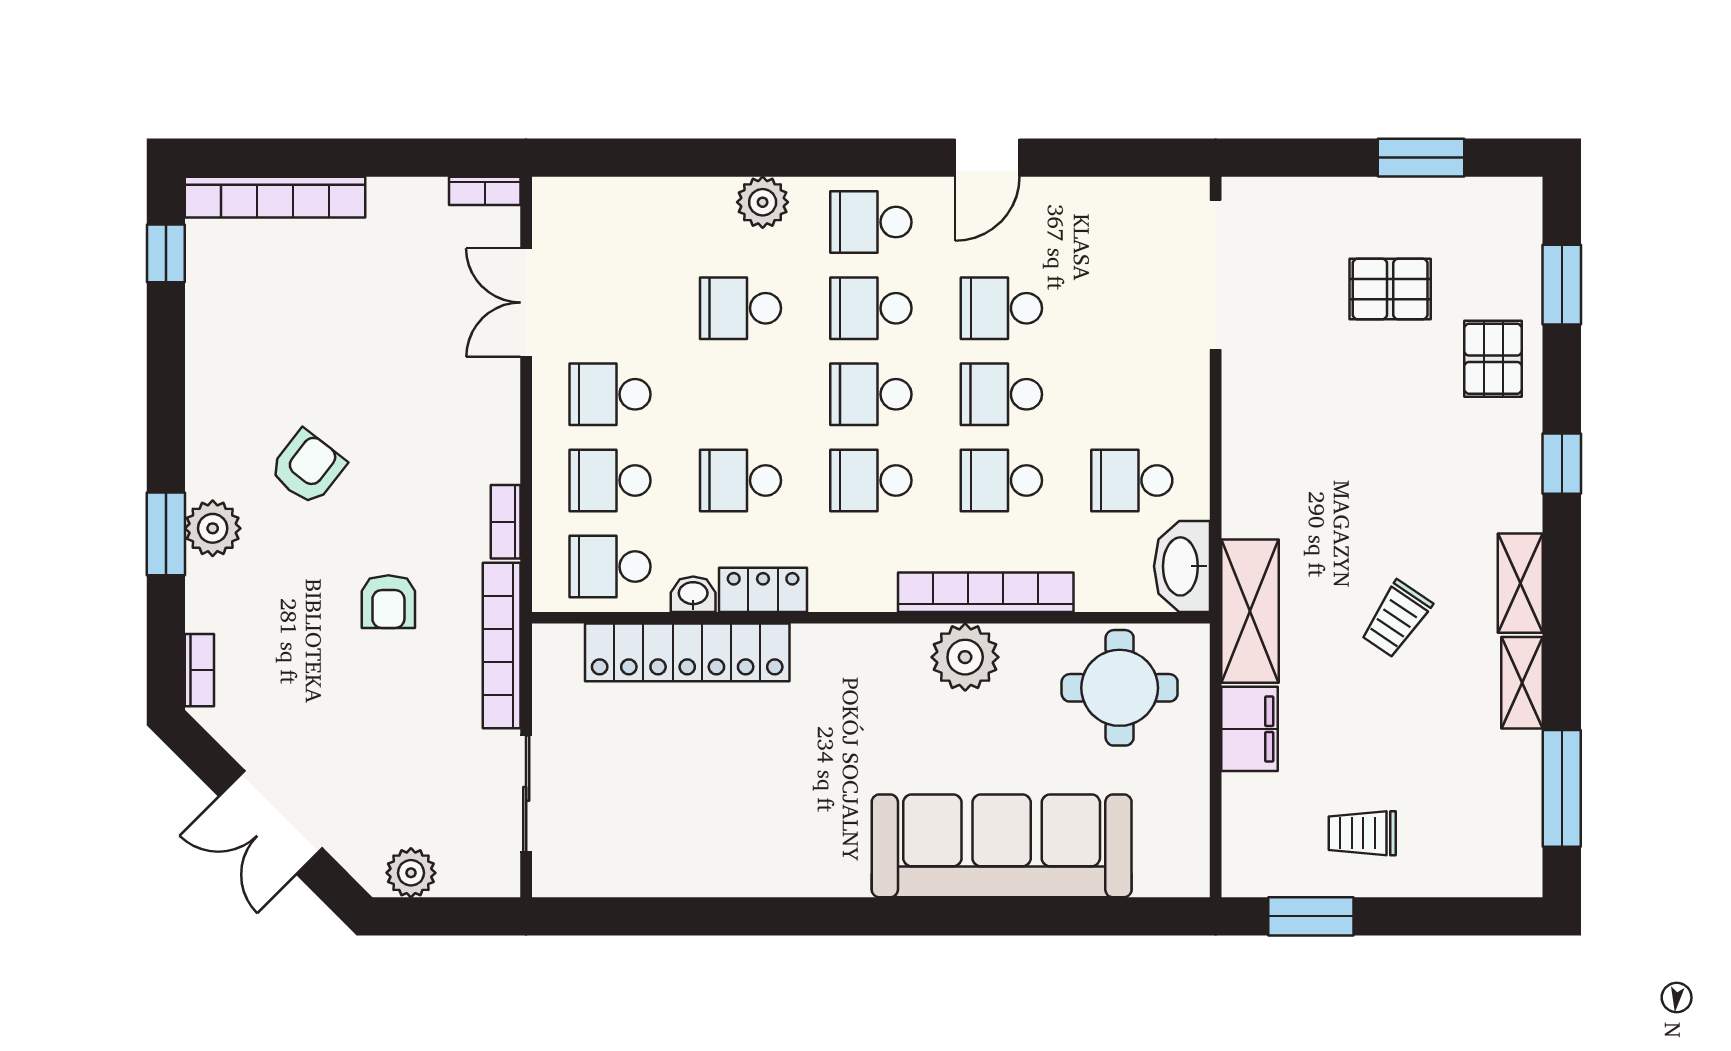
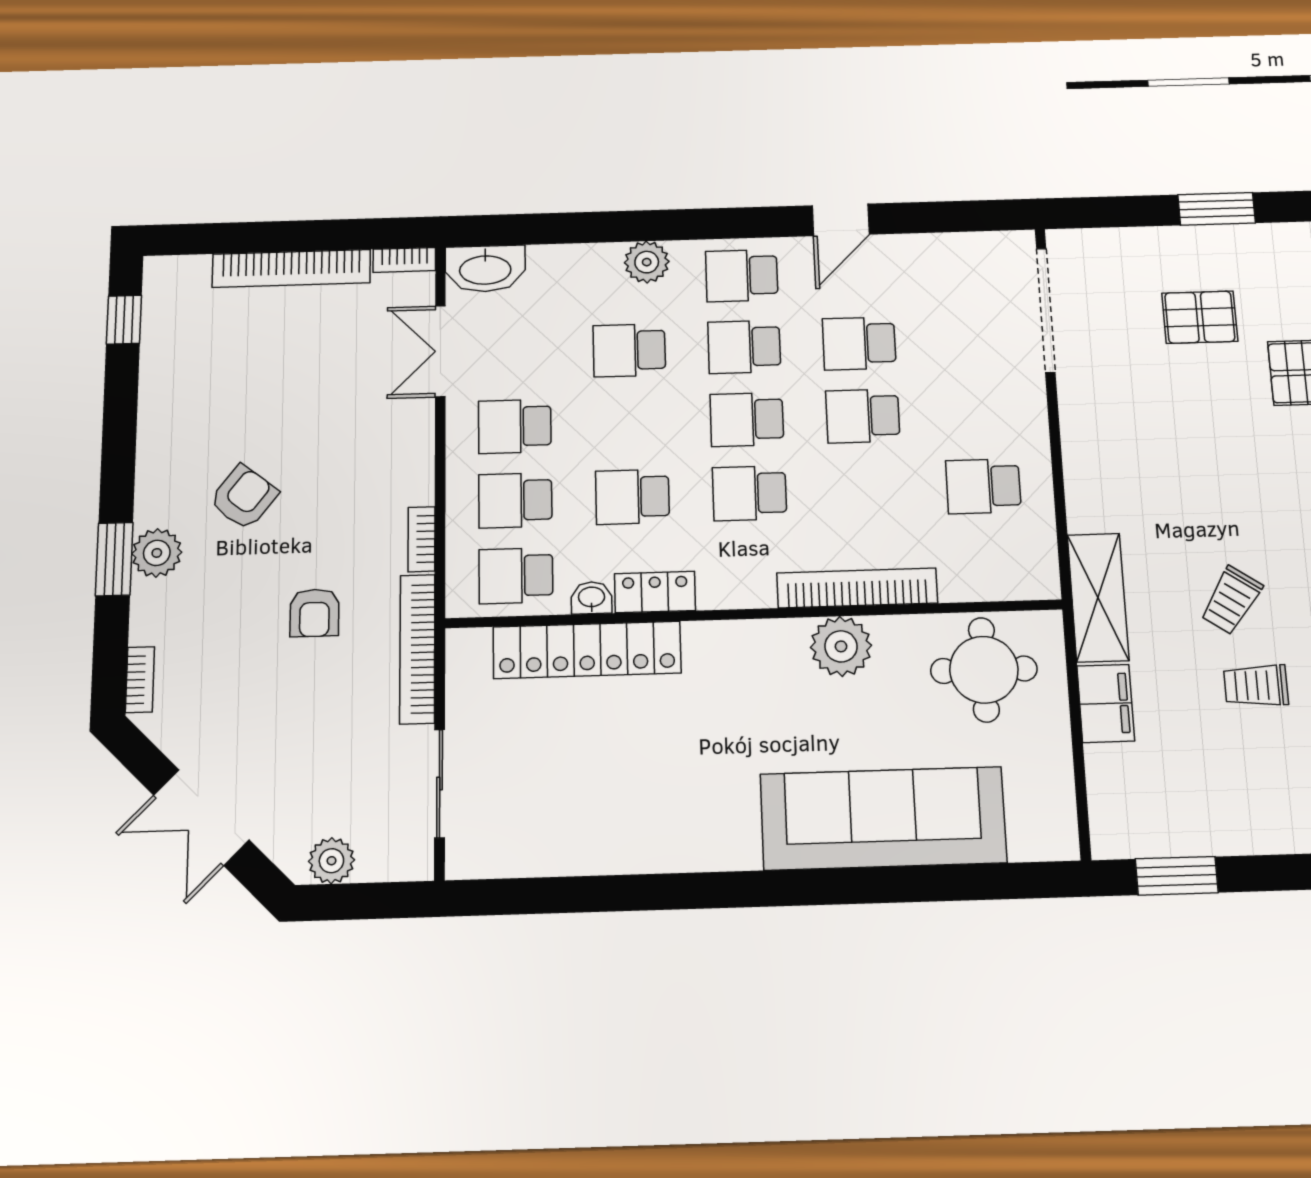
bookcase: (275, 197) -> (291, 268), moved
school desk: (1001, 480) -> (866, 490), removed
washbasin: (1182, 566) -> (485, 269), moved, turned -90
trolley: (1362, 833) -> (1256, 685), moved

